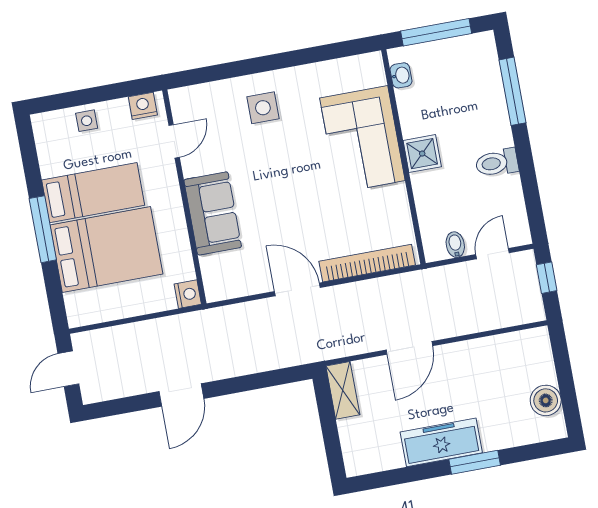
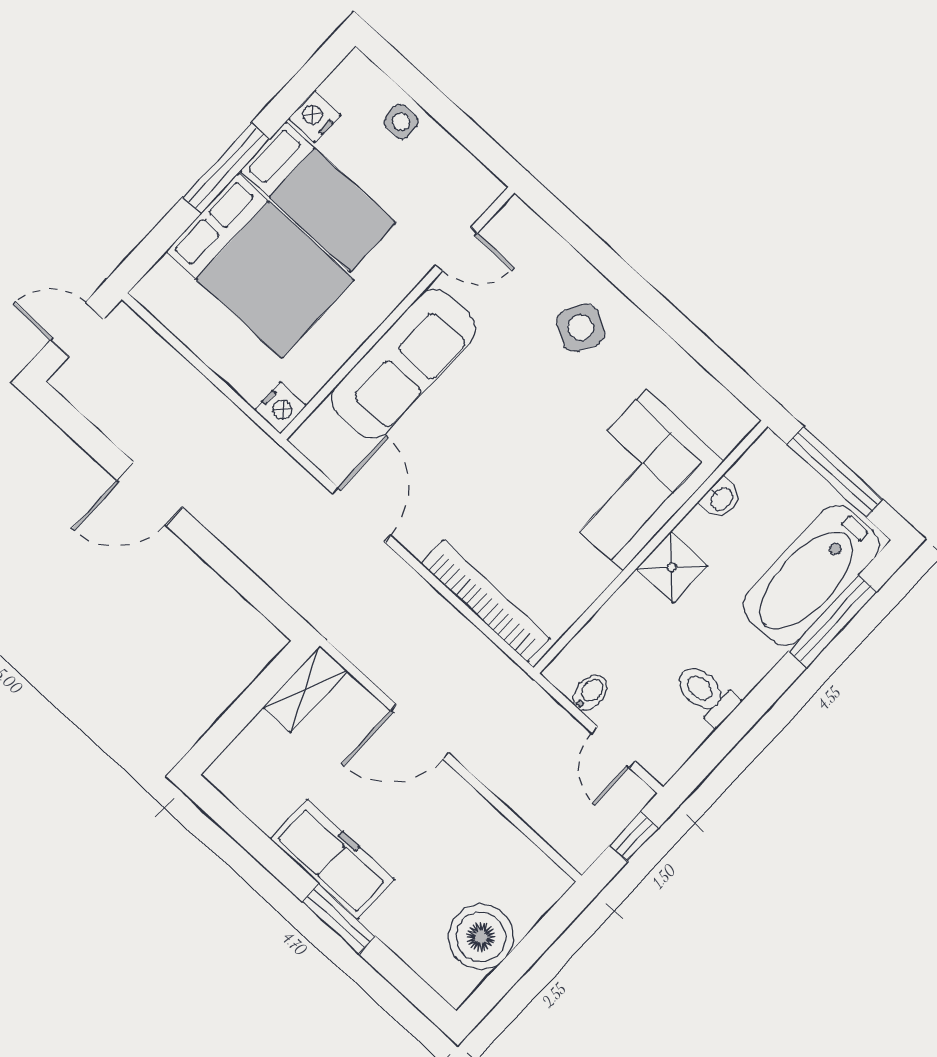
washbasin: (401, 75) -> (721, 498), moved
bathtub: (480, 85) -> (811, 575), added
nightstand: (143, 106) -> (315, 117), moved, turned -90
side table: (263, 108) -> (581, 328), turned 30
toilet: (497, 163) -> (706, 694), moved
sofa: (213, 213) -> (403, 364), width x1.36
door: (493, 254) -> (613, 747), swing flipped
door: (297, 289) -> (361, 514), moved
boiler: (546, 400) -> (481, 937), width x1.37, depth x1.37

